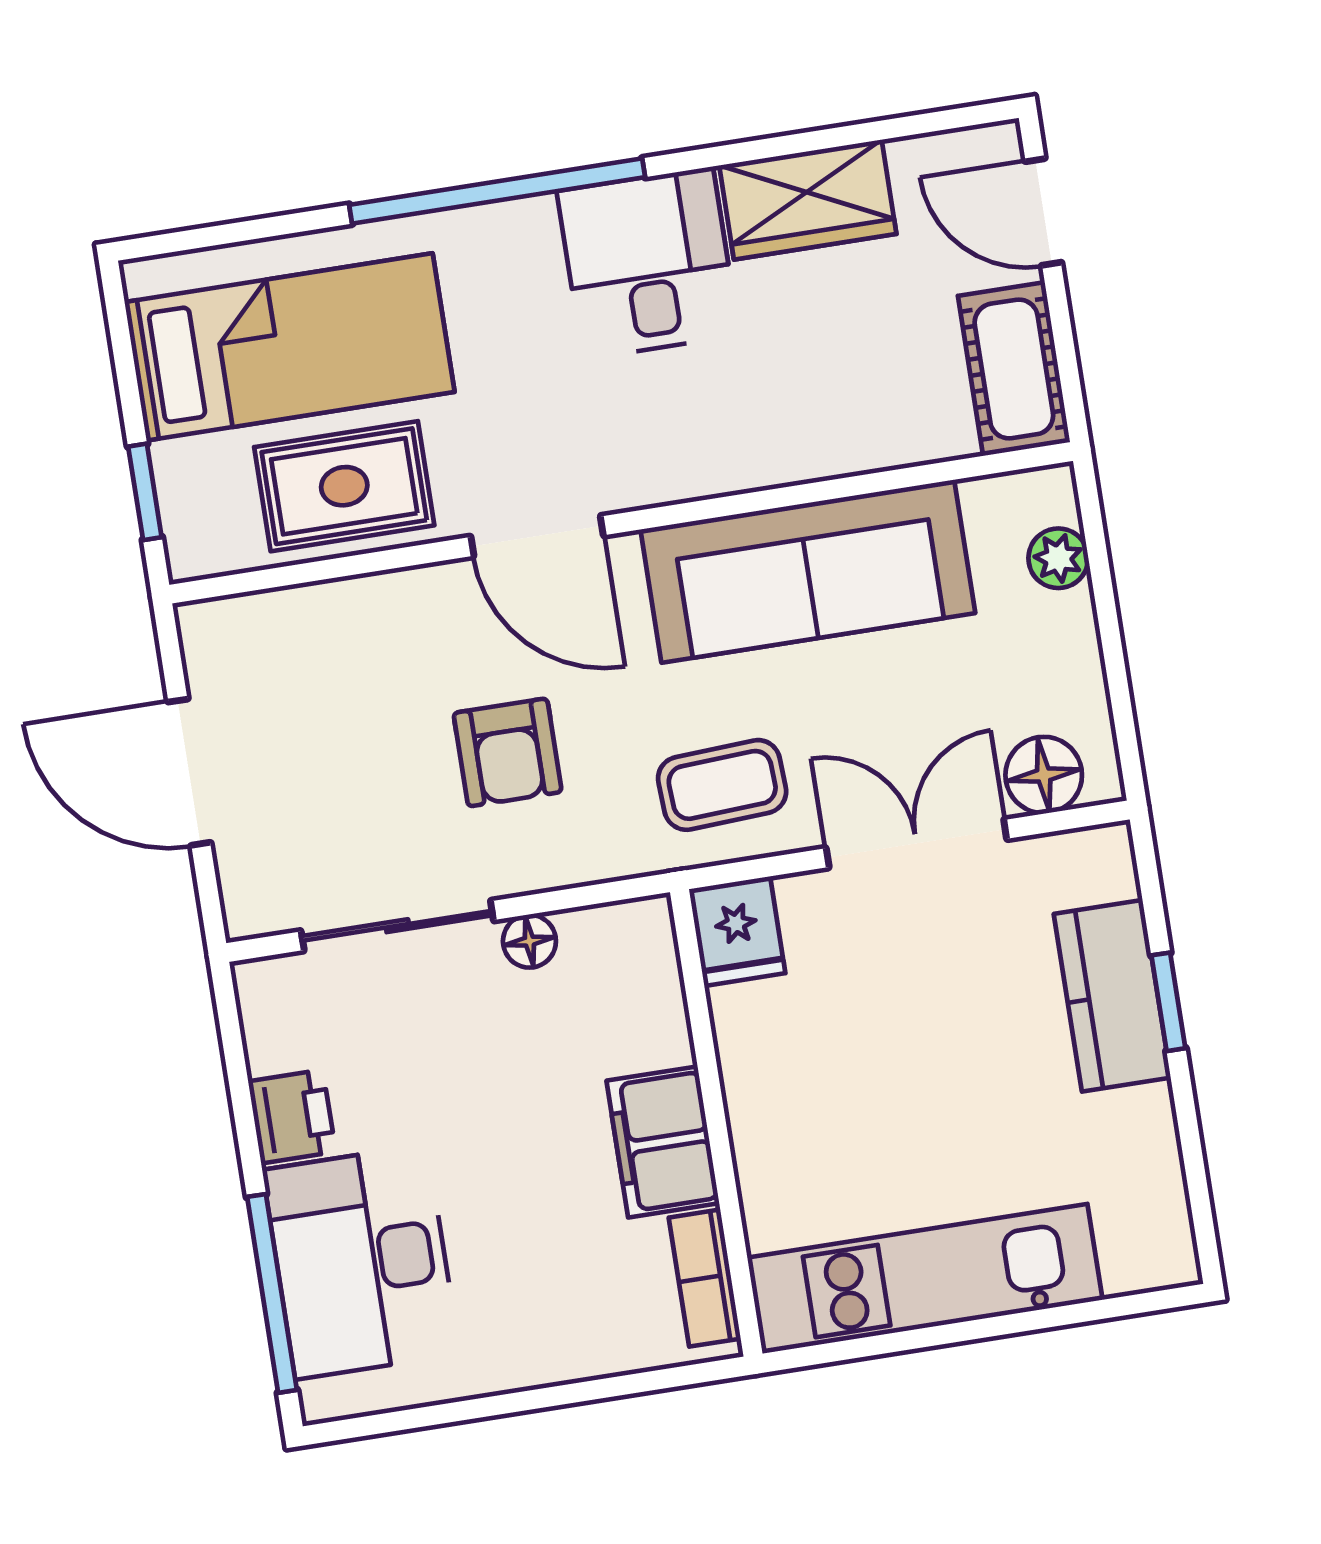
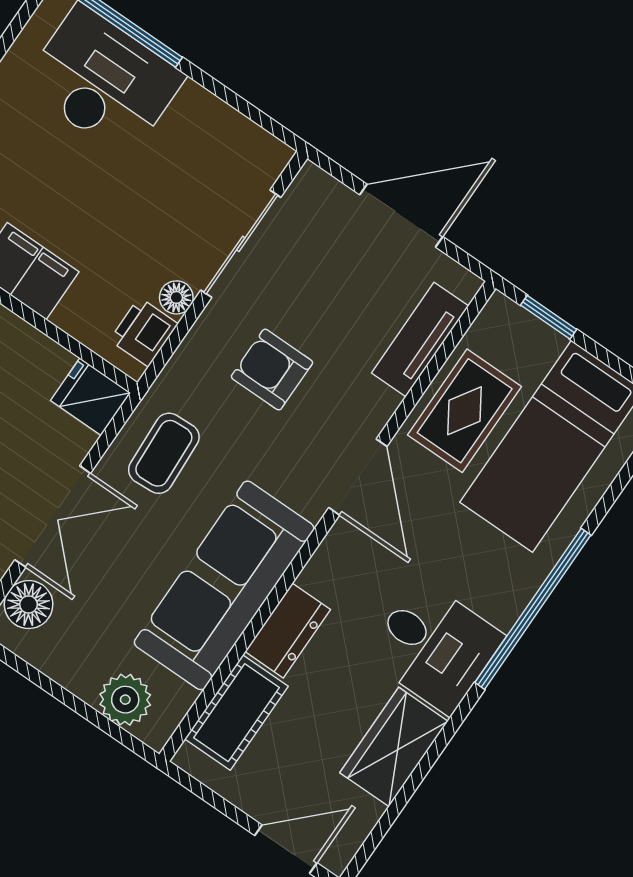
cot: (1014, 369) -> (236, 713), moved, turned 90
dresser: (790, 449) -> (288, 631), added
door: (537, 536) -> (358, 477), swing flipped
plant: (1058, 558) -> (125, 700), width x1.38, depth x1.38
tv unit: (311, 615) -> (420, 339), added
printer: (292, 1117) -> (144, 332), moved, turned 90

